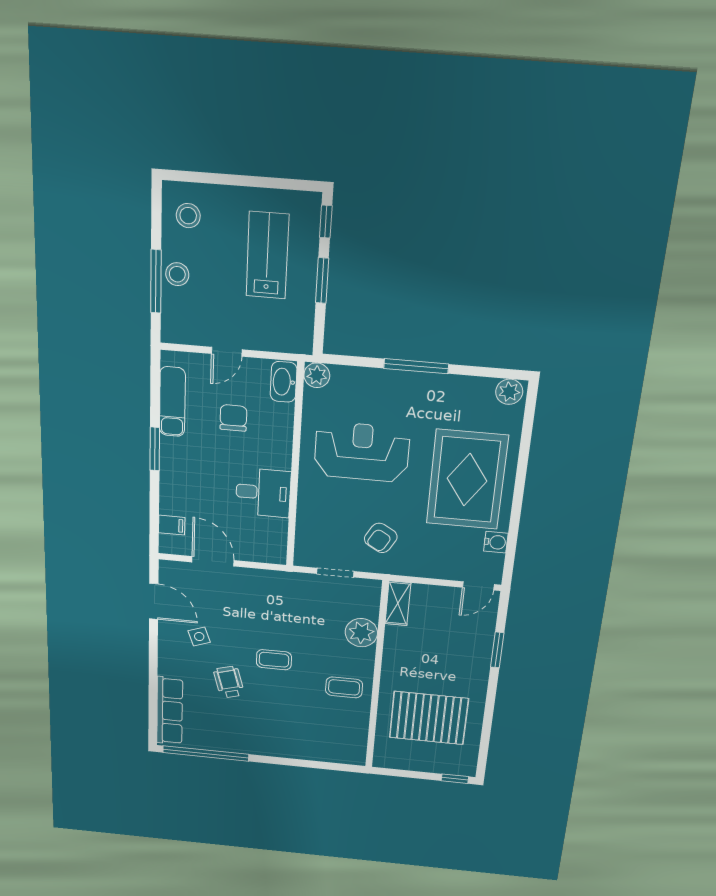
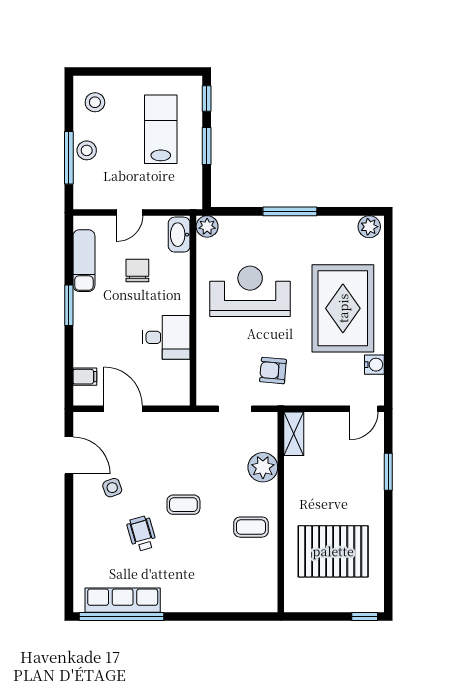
armchair: (381, 538) -> (273, 371), turned 65
row of seats: (170, 711) -> (123, 600), moved, turned -90

